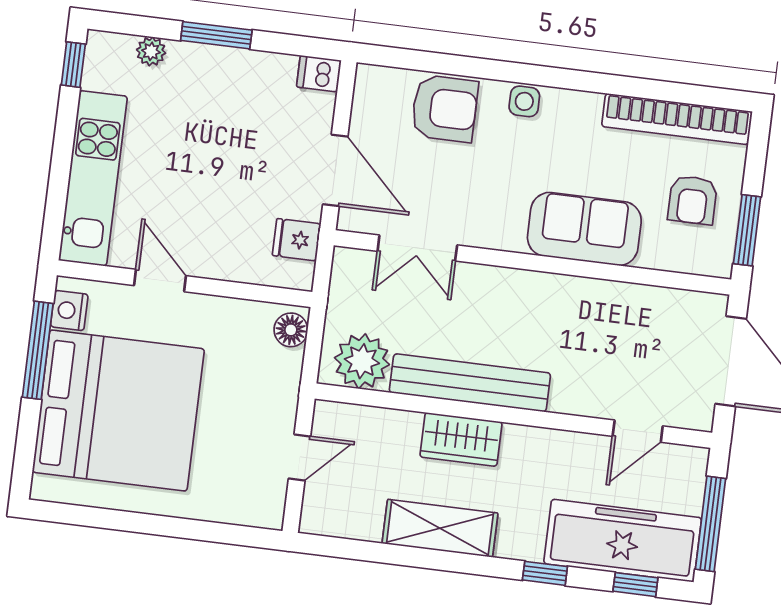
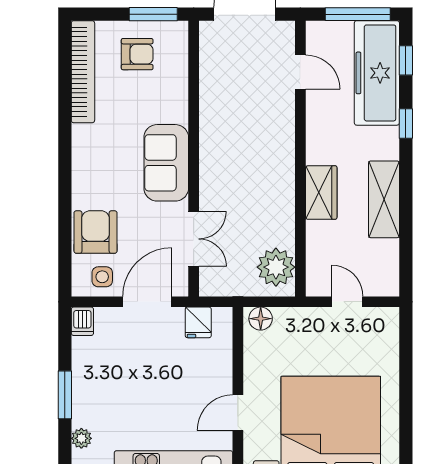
side table: (524, 101) -> (102, 277), moved
sofa: (584, 229) -> (166, 163), moved
bench: (470, 383) -> (282, 191), removed

